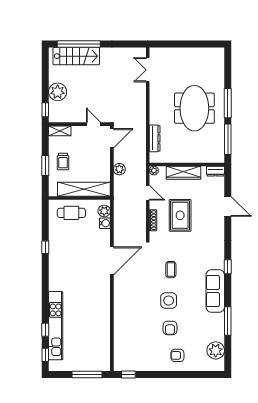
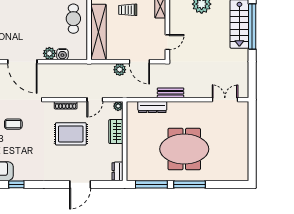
bench: (141, 121) -> (171, 93), added
door: (112, 138) -> (139, 62), moved
wardrobe: (184, 173) -> (116, 132), width x0.67
plant: (104, 211) -> (49, 53), moved

